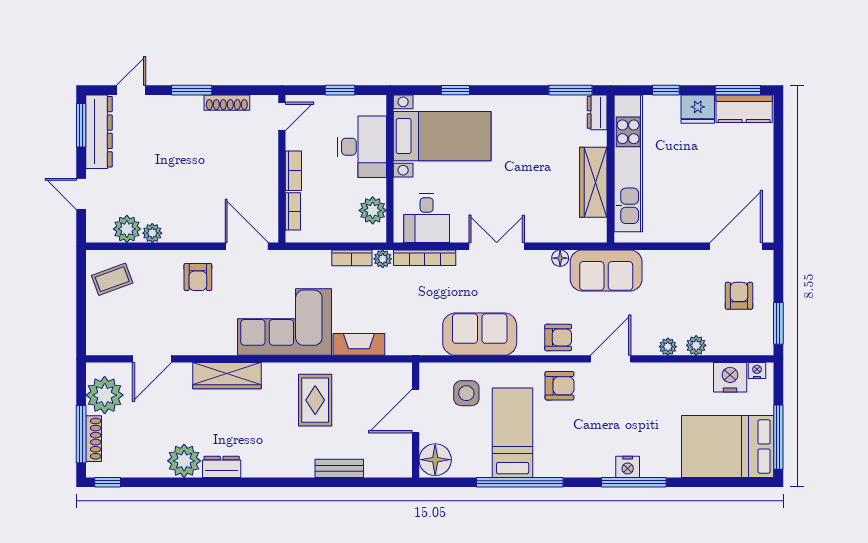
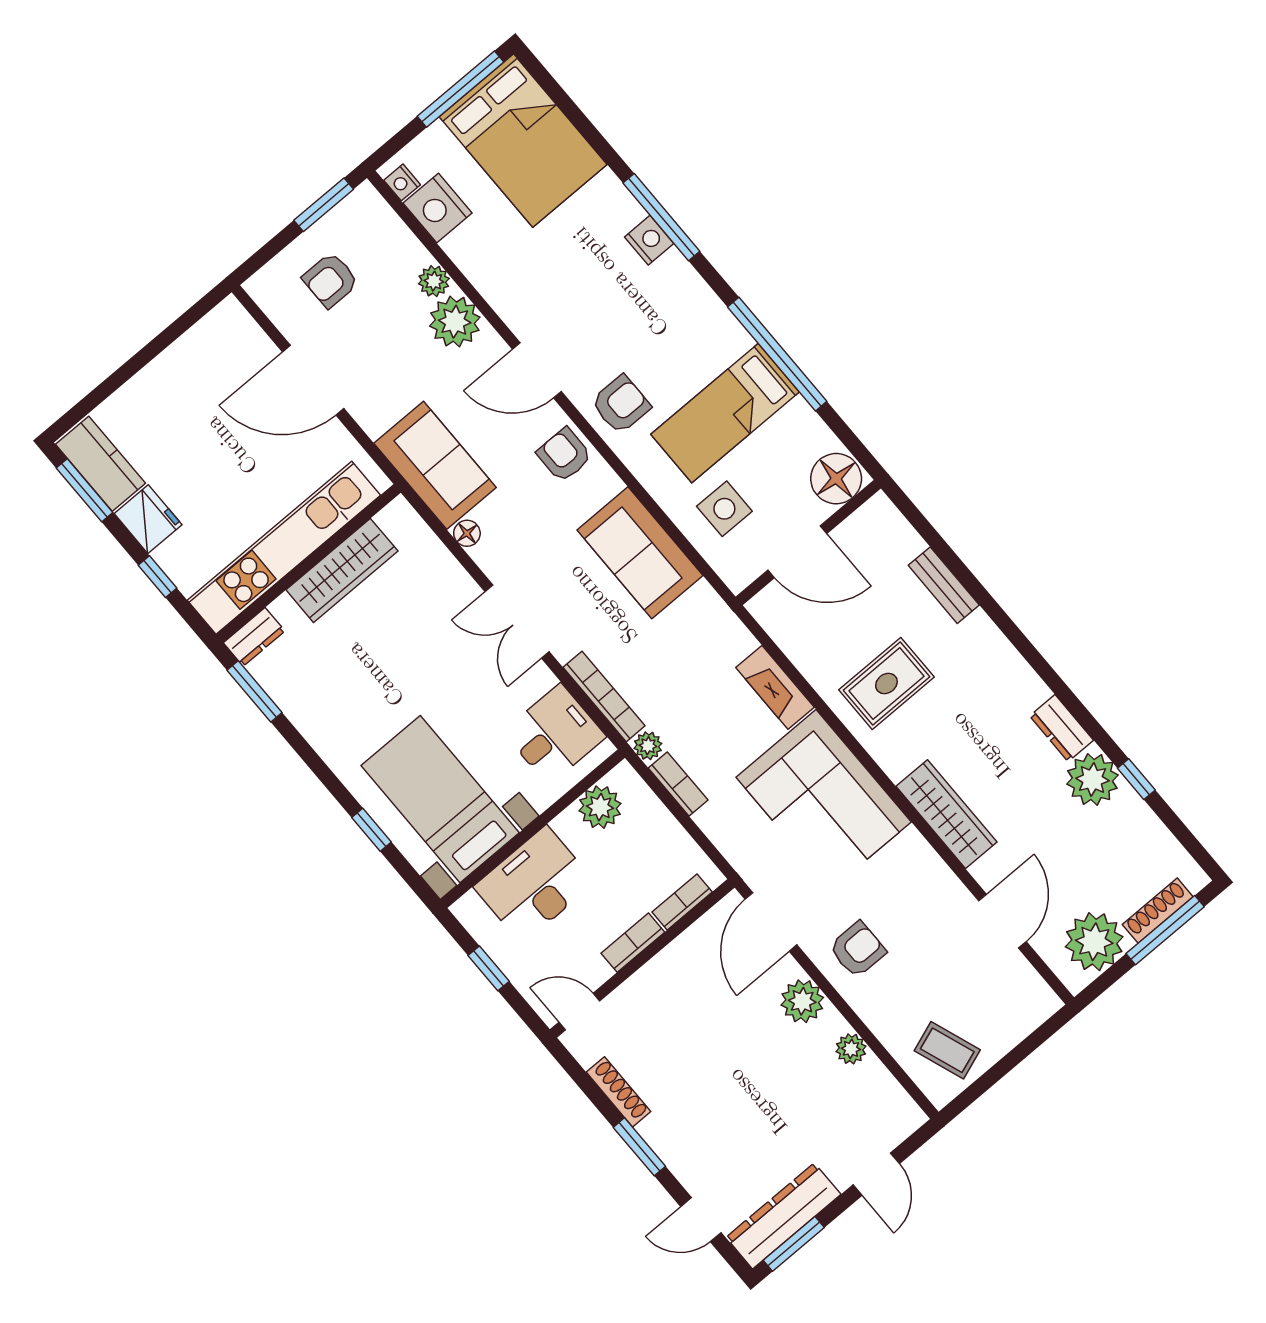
plant: (127, 229) -> (802, 1001), moved
door: (736, 246) -> (313, 380), moved
plant: (668, 347) -> (455, 322), width x1.87, depth x1.87
door: (152, 359) -> (1003, 921), hinge flipped
armchair: (560, 386) -> (621, 404), turned 90
window: (108, 482) -> (1136, 779), moved

